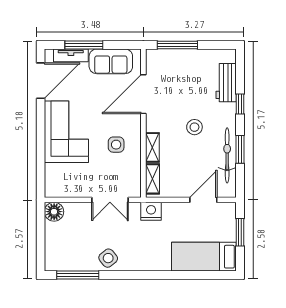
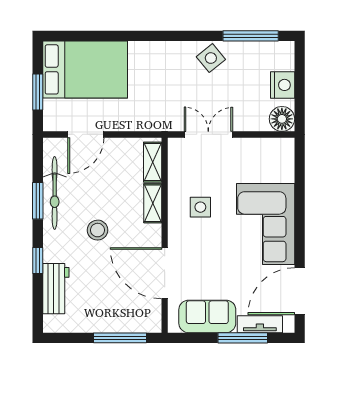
door: (143, 94) -> (165, 273), swing flipped
nightstand: (151, 211) -> (283, 85), moved, turned -90
bed: (204, 257) -> (85, 69), width x1.50

